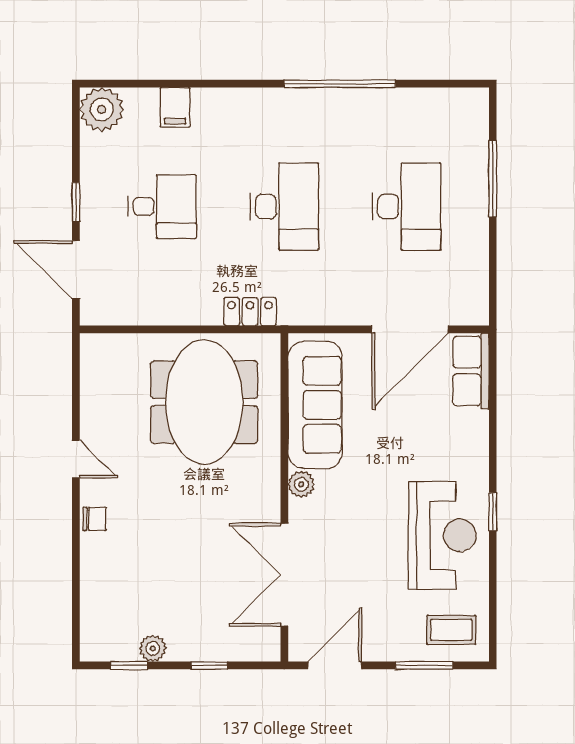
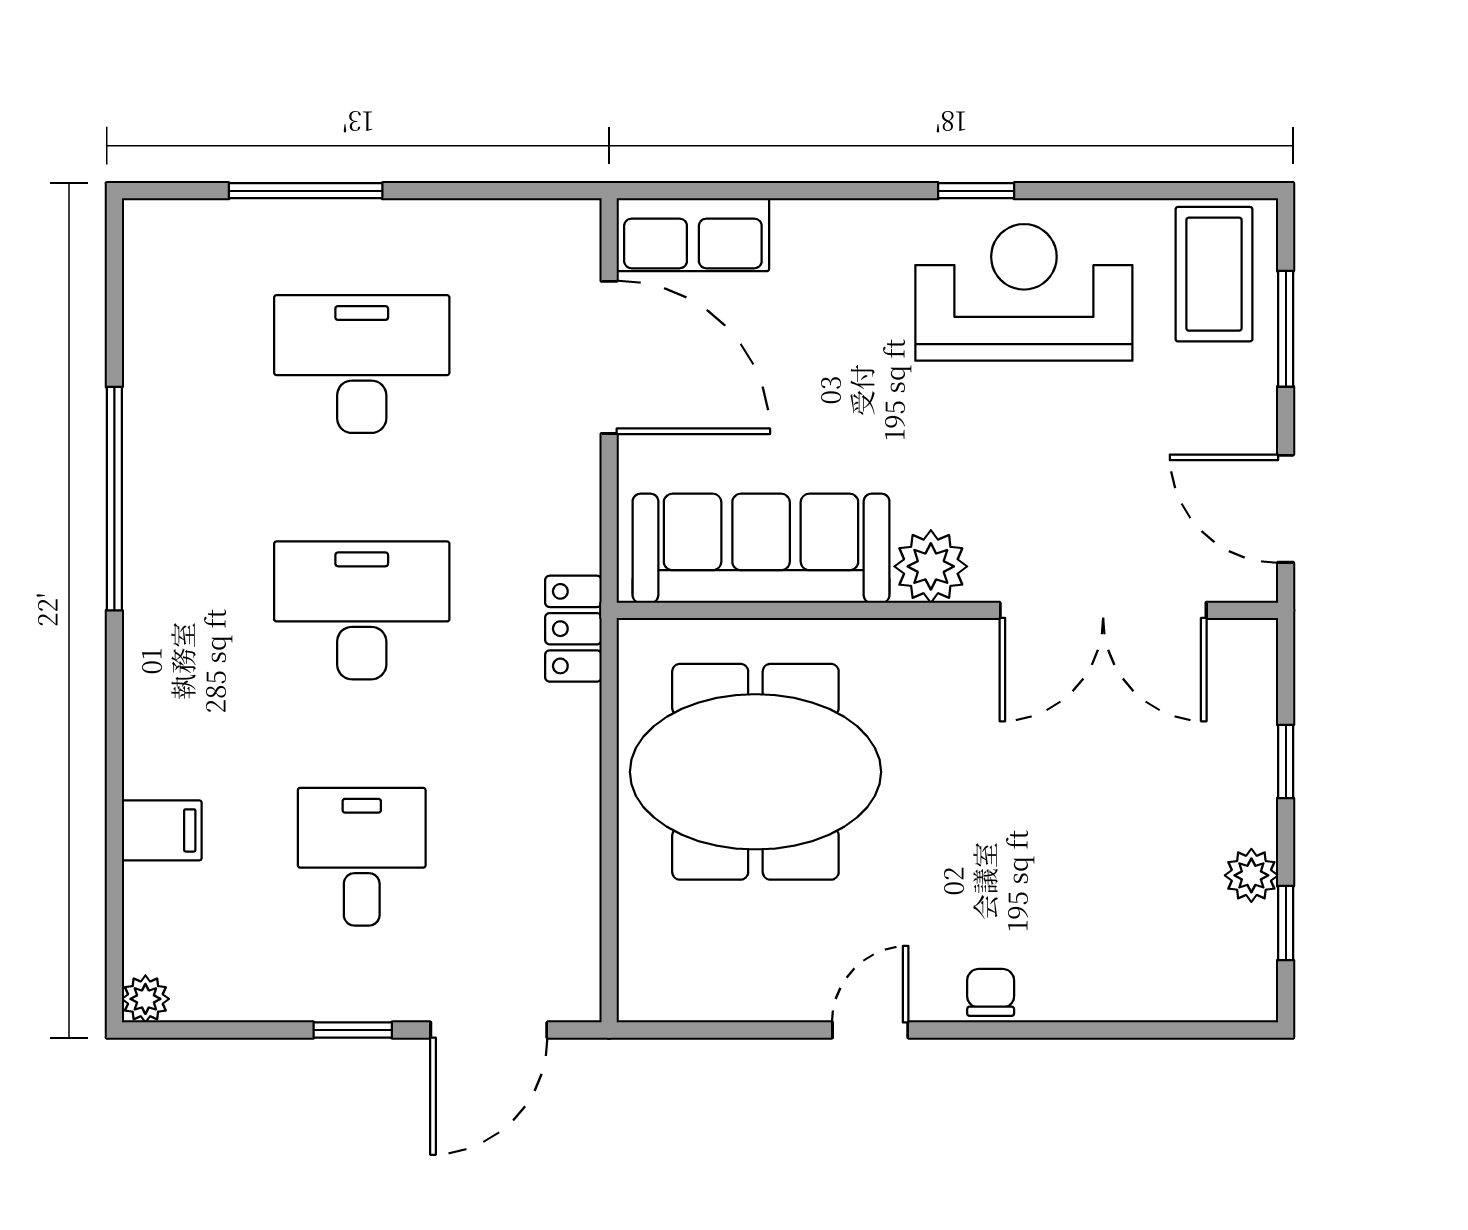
plant: (102, 109) -> (145, 999), width x0.53, depth x0.53
locker: (250, 312) -> (573, 629), moved
plant: (301, 484) -> (931, 566), width x1.38, depth x1.38
coffee table: (451, 630) -> (1214, 274), width x1.36, depth x1.30

